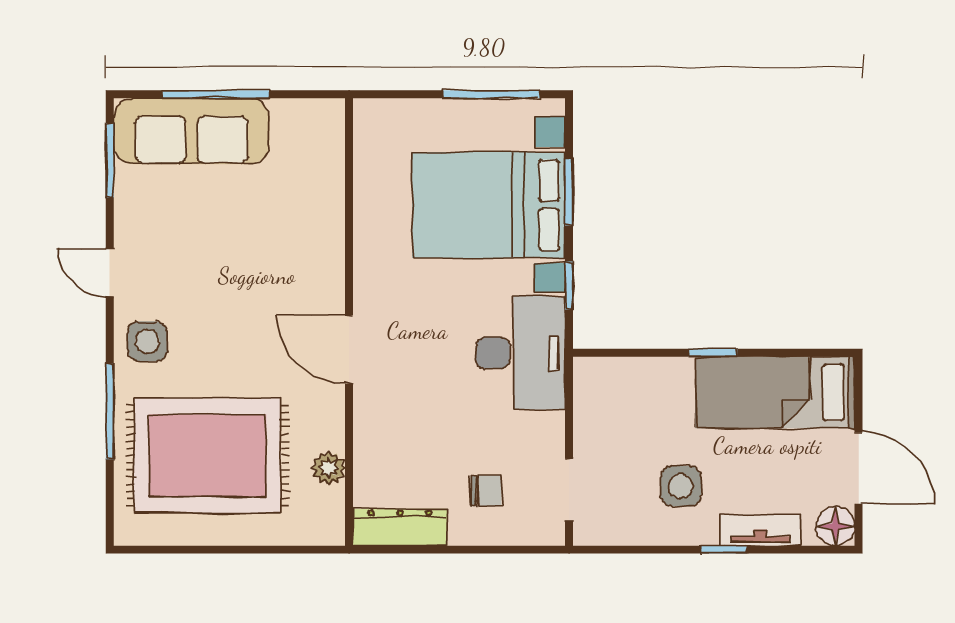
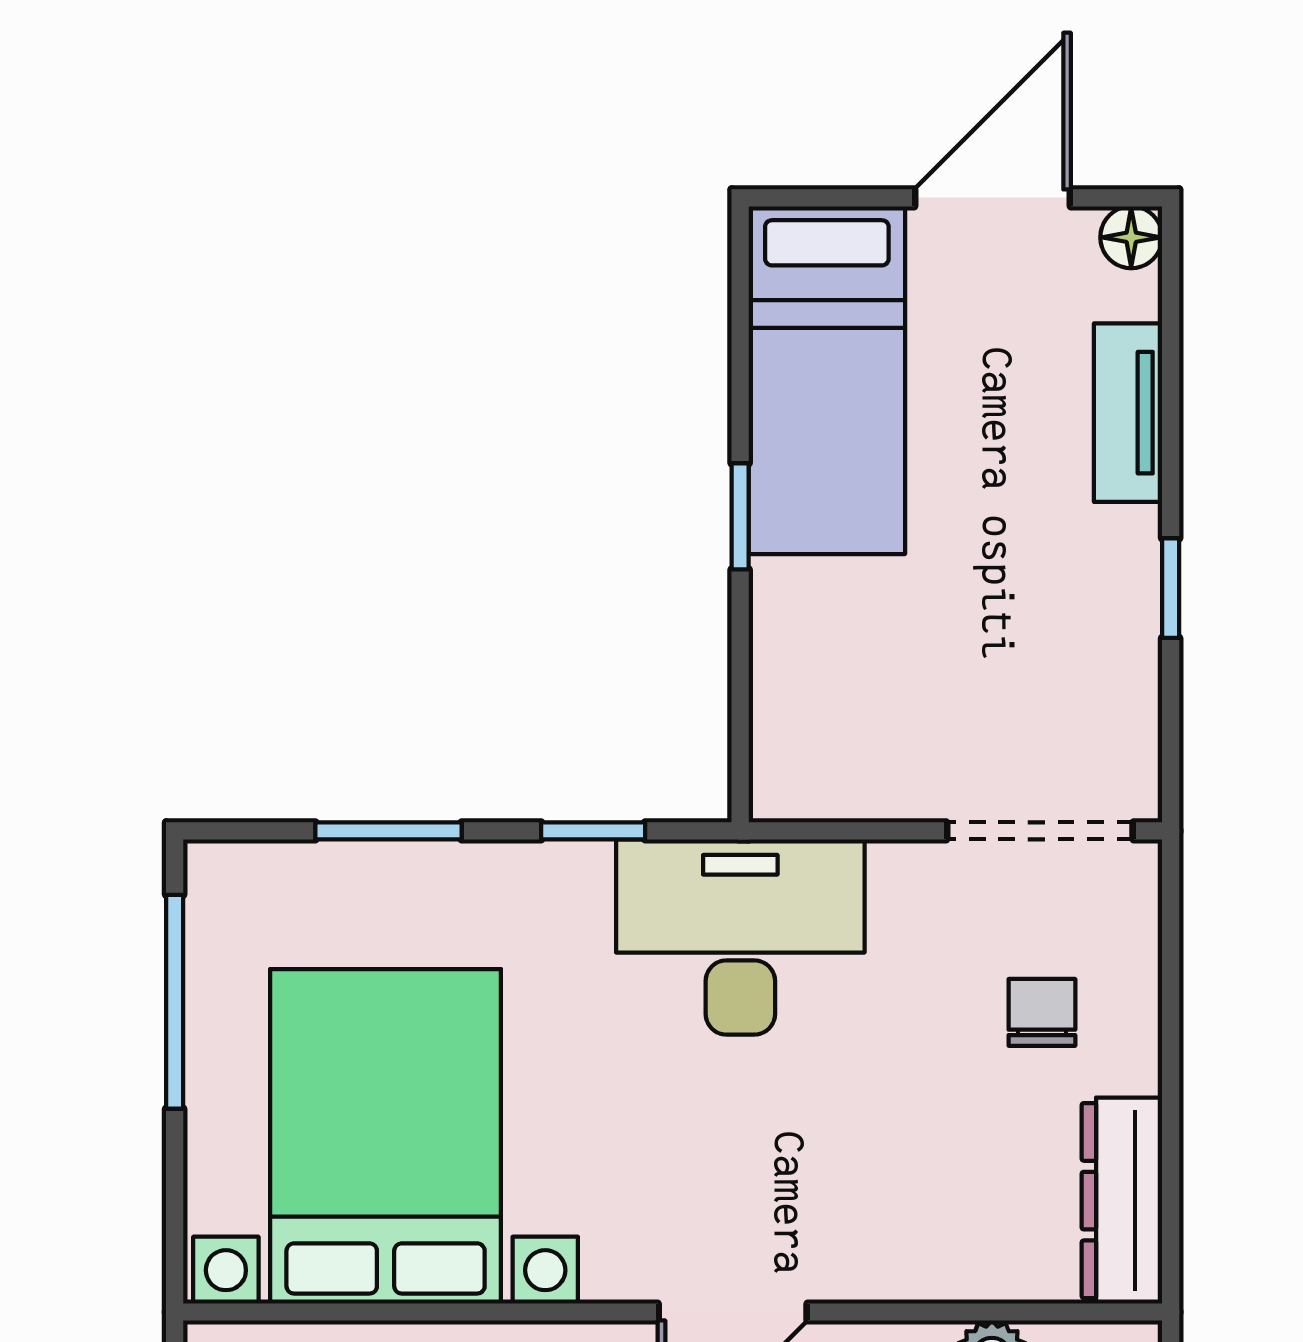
bed with nightstands: (489, 205) -> (386, 1136), moved, turned 180
side table: (681, 486) -> (1032, 587), removed
doorway: (569, 490) -> (1040, 831), width x1.38
floor lamp: (835, 526) -> (1131, 237), width x0.73, depth x0.73
window: (724, 550) -> (1171, 588), moved

